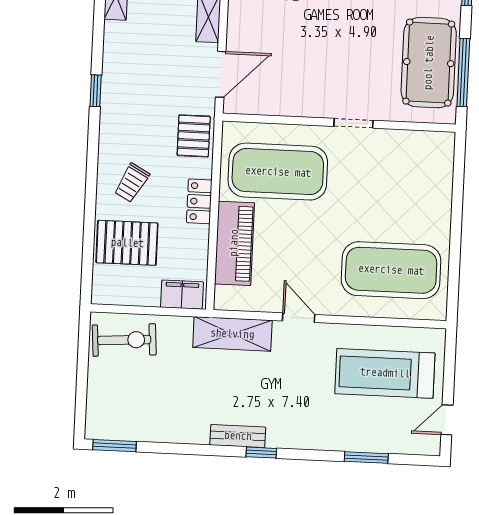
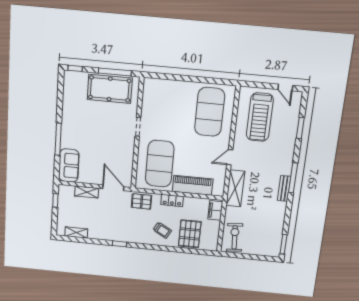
window: (261, 453) -> (293, 178), width x2.17

